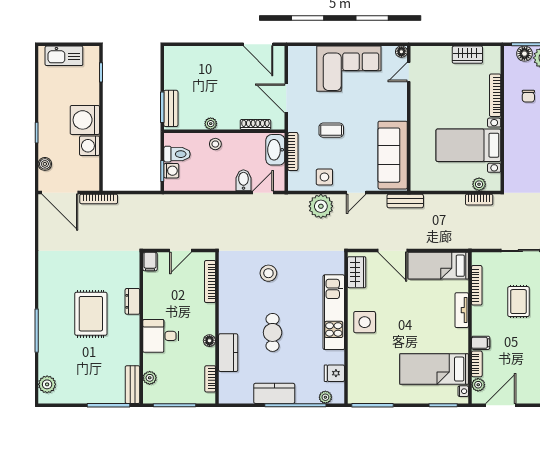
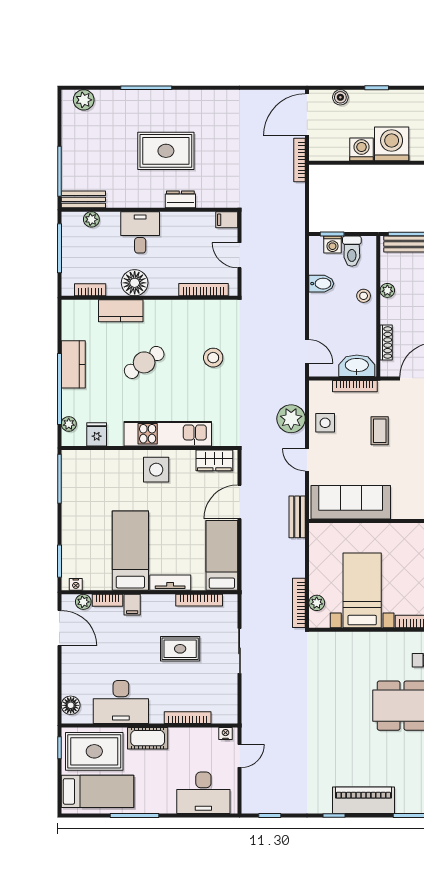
bidet: (243, 180) -> (321, 284), moved
bookcase: (479, 200) -> (299, 603), width x1.56
cafe table: (273, 332) -> (144, 362), turned -35
floor lamp: (209, 341) -> (135, 283), width x1.89, depth x1.89
bed: (434, 369) -> (130, 551), moved

